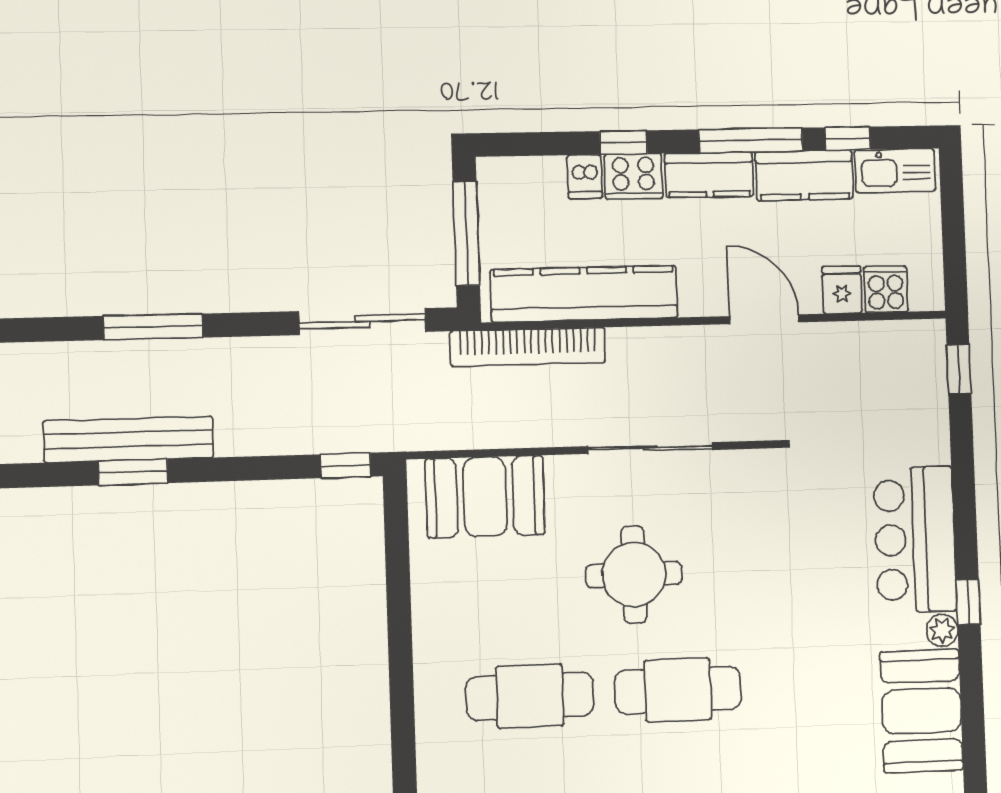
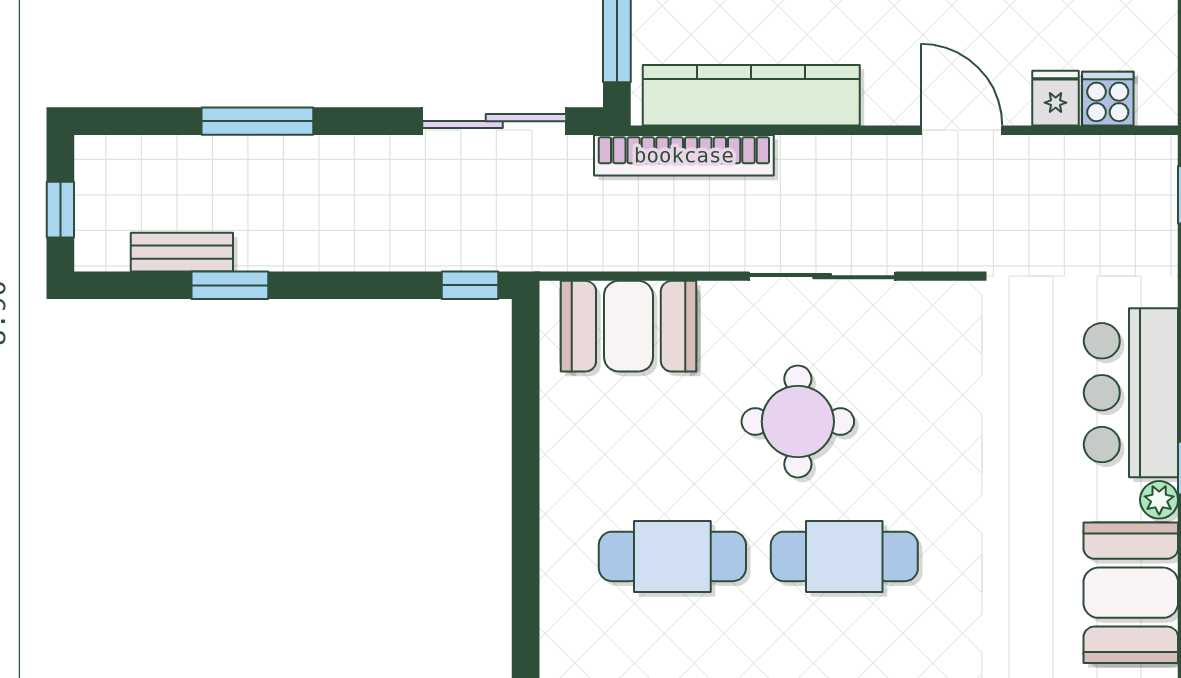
bench: (129, 439) -> (182, 252), width x0.54, depth x0.82

